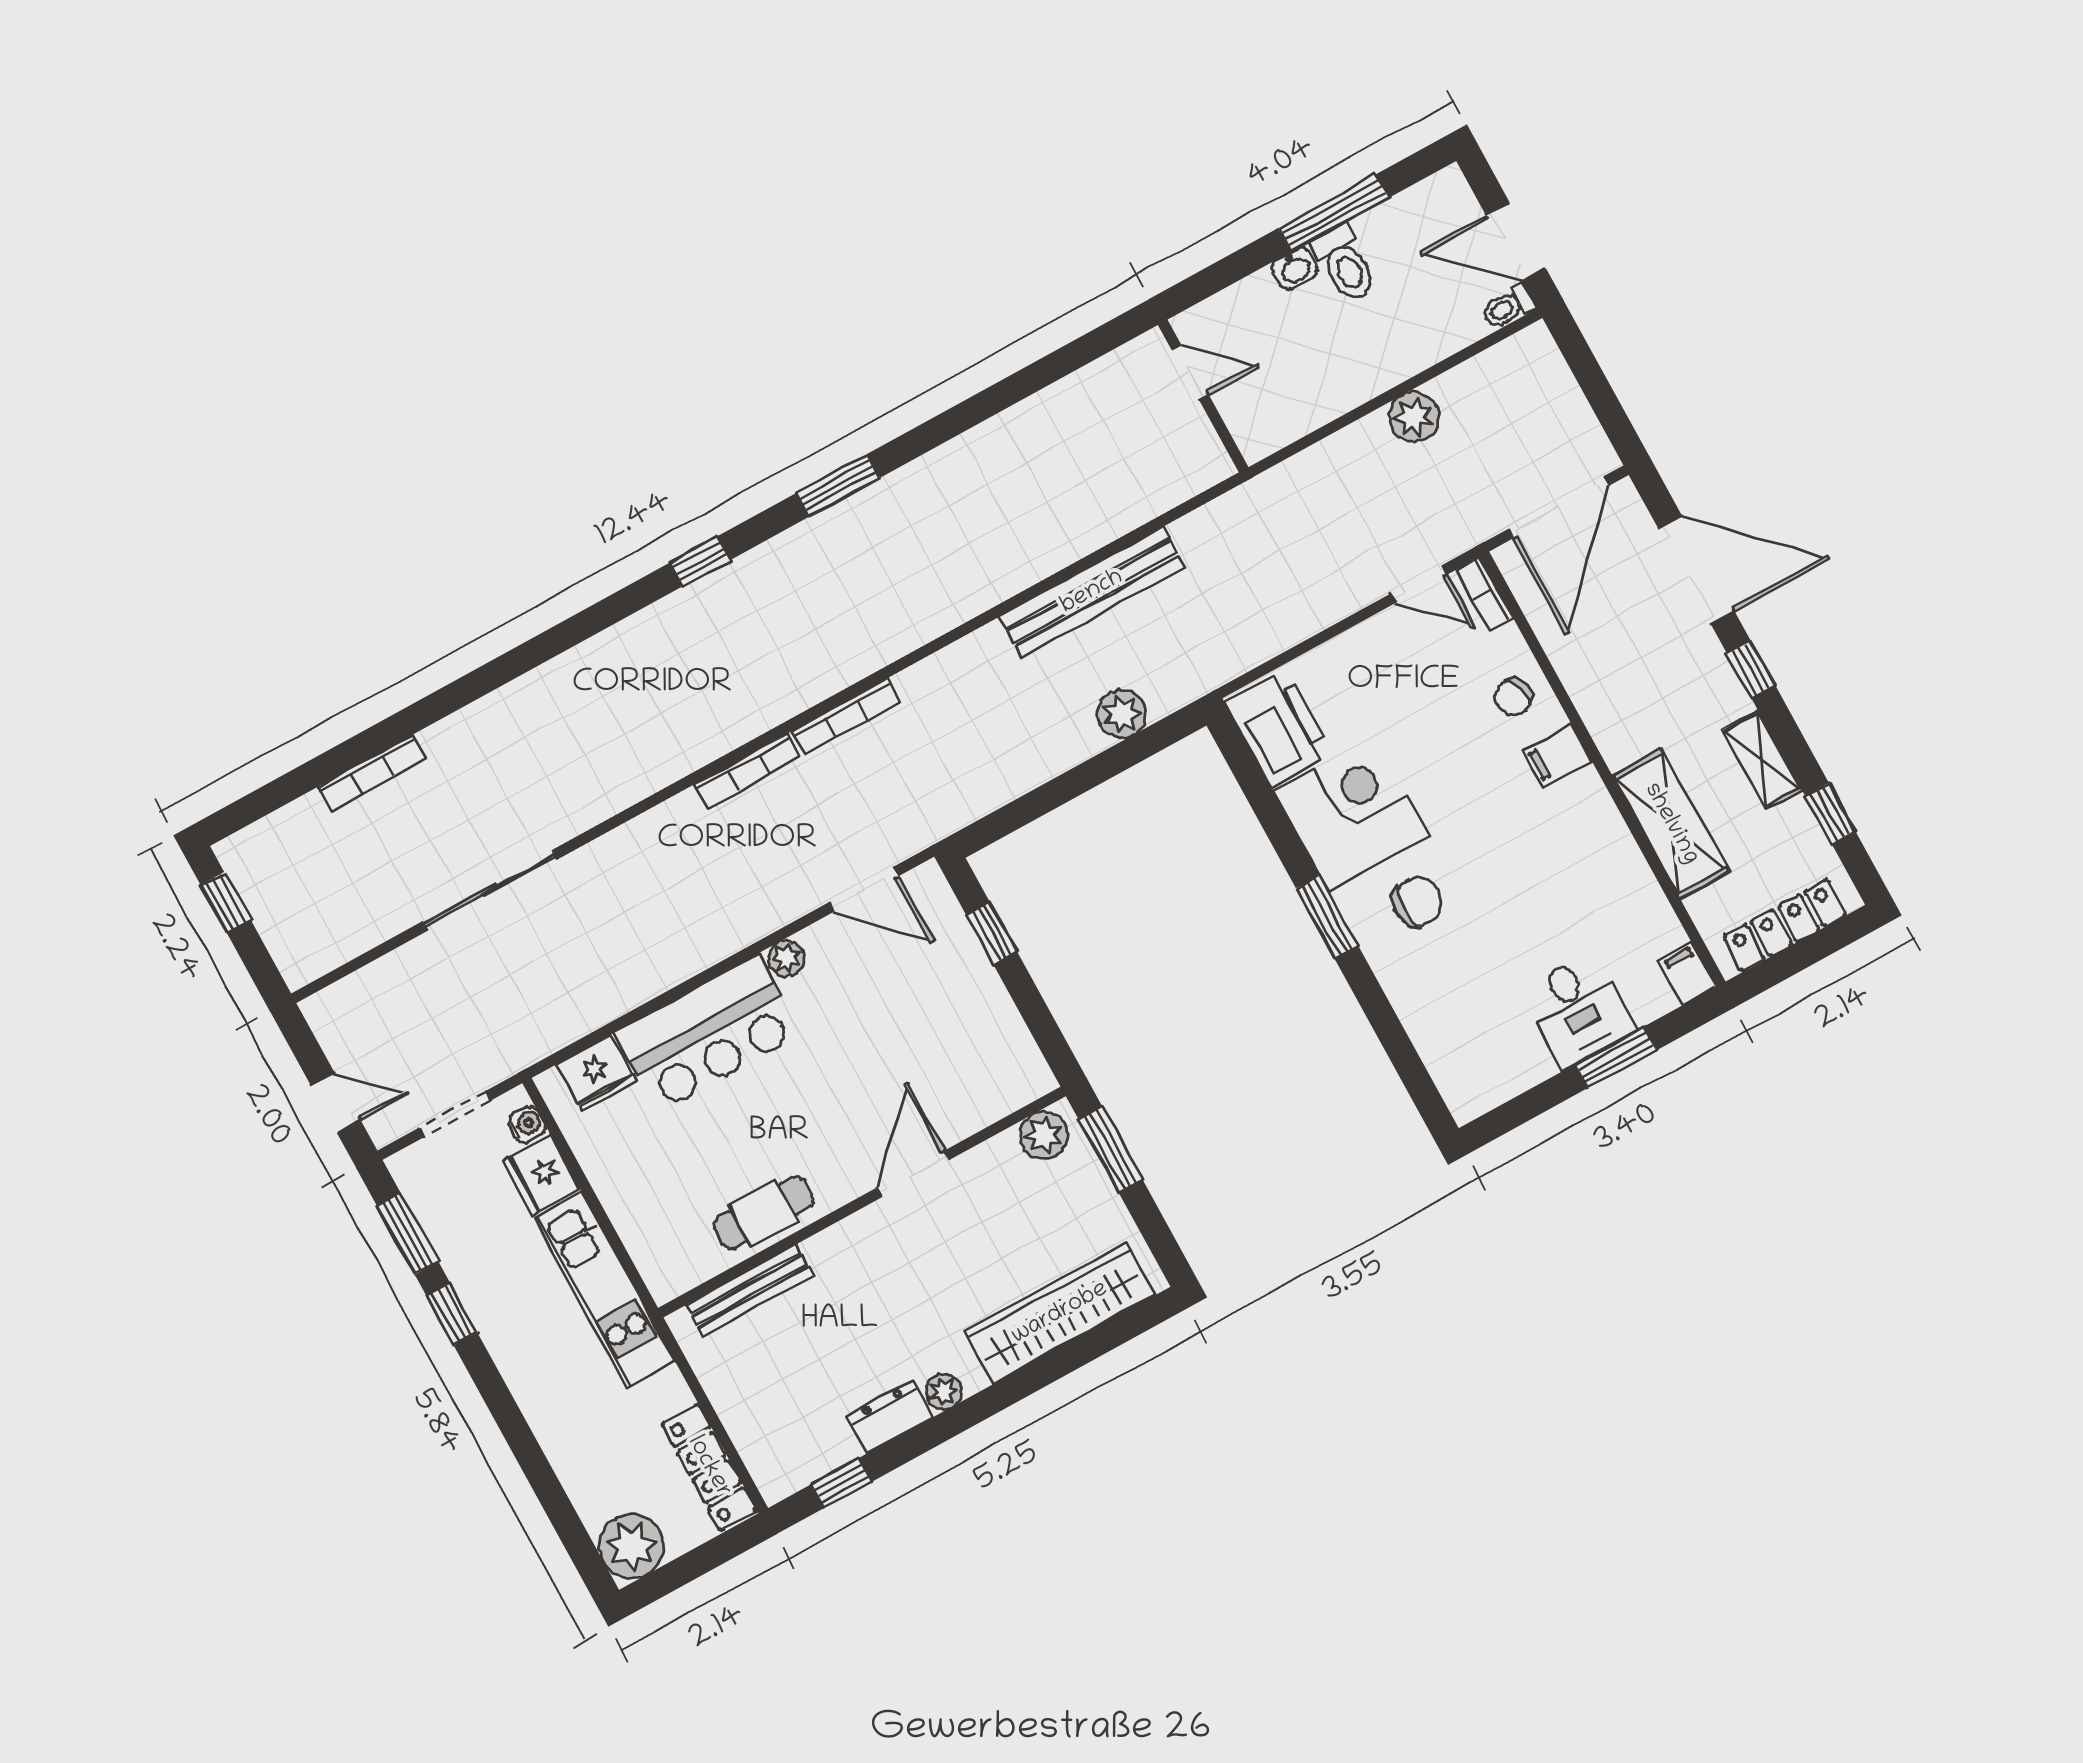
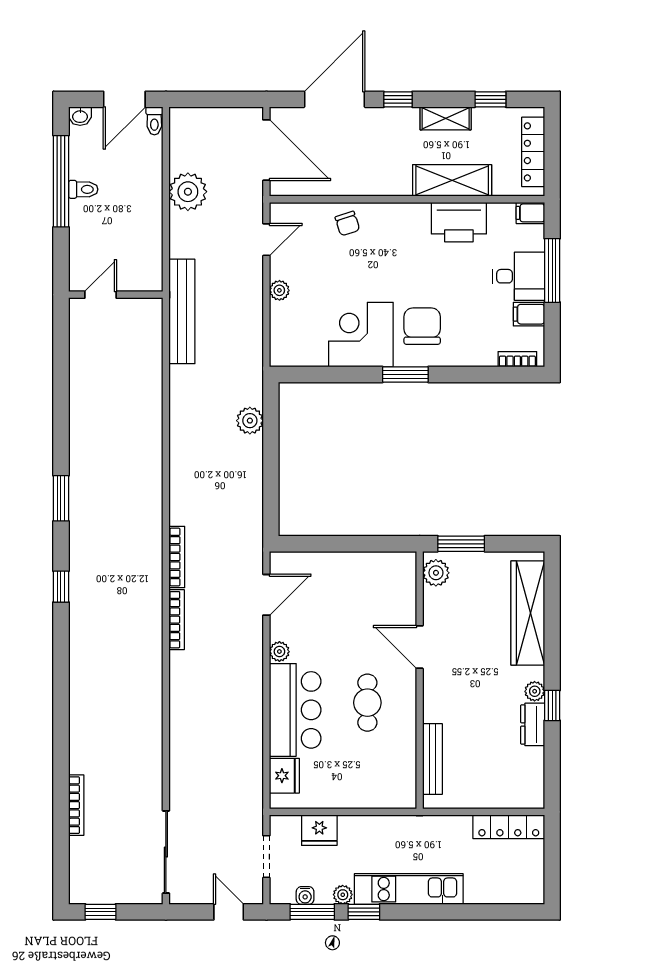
window: (1333, 213) -> (61, 181), width x1.46
toilet: (1345, 264) -> (83, 189), width x0.73, depth x0.72
washbasin: (1295, 269) -> (80, 116), moved, turned 90
plant: (1414, 417) -> (188, 192), width x1.36, depth x1.36
bench: (1092, 592) -> (182, 311), moved
bookcase: (1484, 594) -> (517, 359), moved, turned 180
plant: (1351, 648) -> (279, 290), added
printer: (1279, 728) -> (459, 222), moved, turned 180
filing cabinet: (1557, 755) -> (529, 314), moved, turned 90
sliding door: (490, 891) -> (166, 852), moved
chair: (1417, 902) -> (422, 326), width x1.37, depth x1.37
window: (992, 933) -> (322, 544), removed
window: (1616, 1057) -> (552, 270), width x1.44
door: (336, 1103) -> (229, 912), hinge flipped
water cooler: (527, 1124) -> (305, 895), moved, turned 180
cafe table: (763, 1213) -> (367, 703), moved
kitchen unit: (605, 1290) -> (409, 889), moved, turned 180
window: (842, 1483) -> (552, 705), moved
plant: (632, 1546) -> (343, 895), moved, width x0.53, depth x0.53

